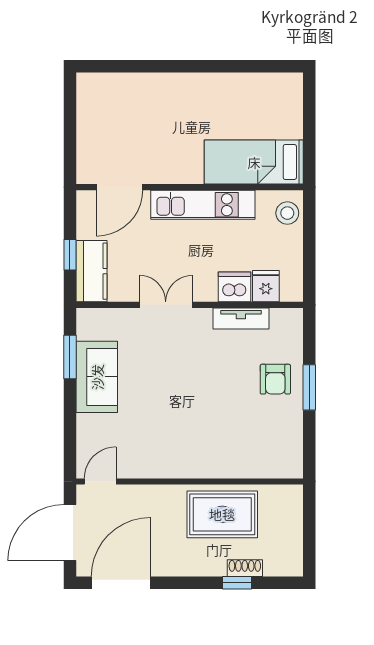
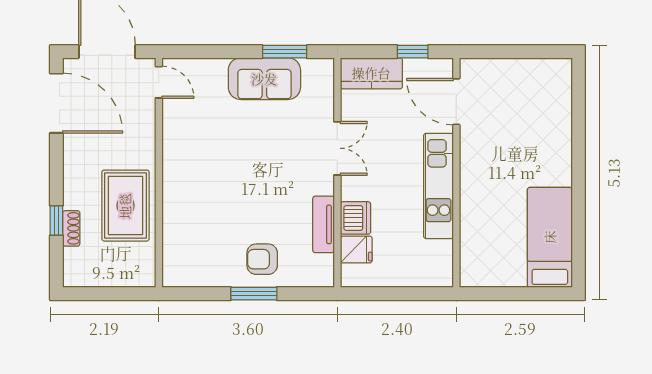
bed: (254, 162) -> (550, 237), moved
stool: (287, 213) -> (430, 271), removed
window: (70, 255) -> (413, 52), moved

